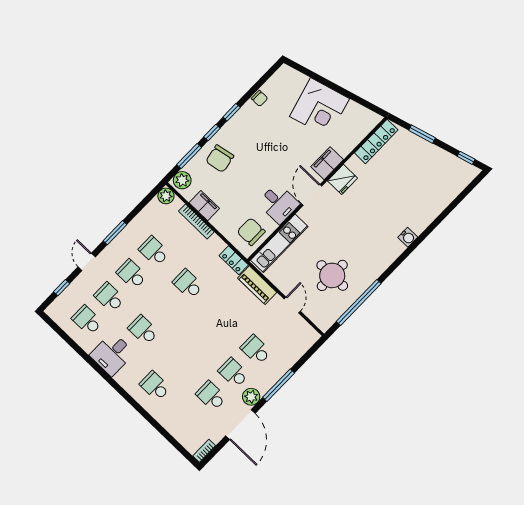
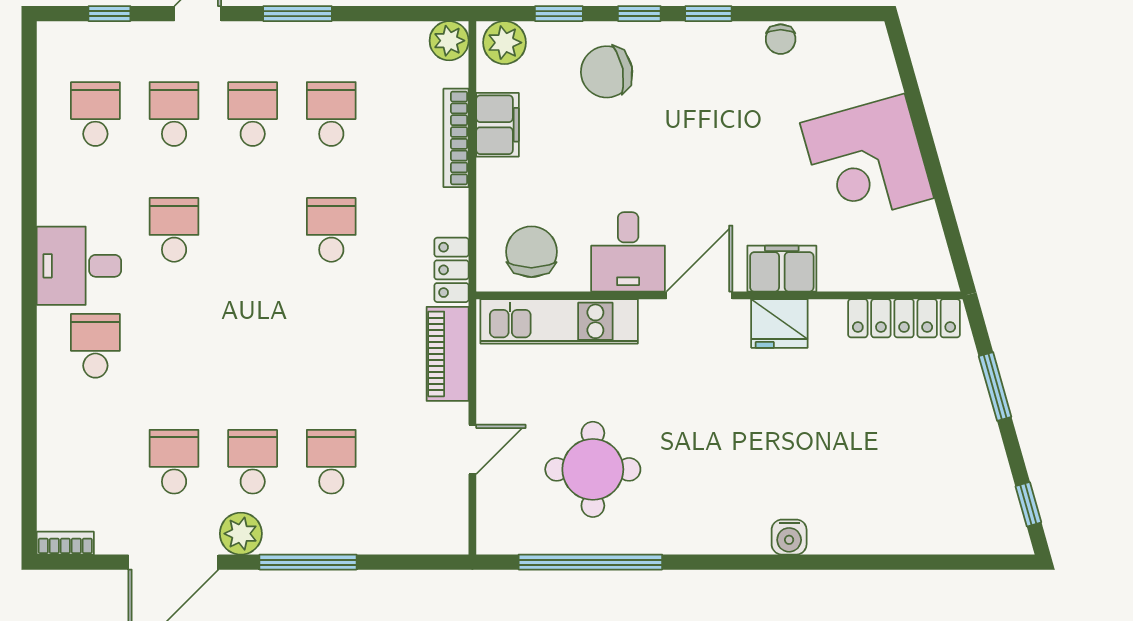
window: (189, 156) -> (559, 14), width x0.67
desk: (112, 354) -> (79, 266), moved

